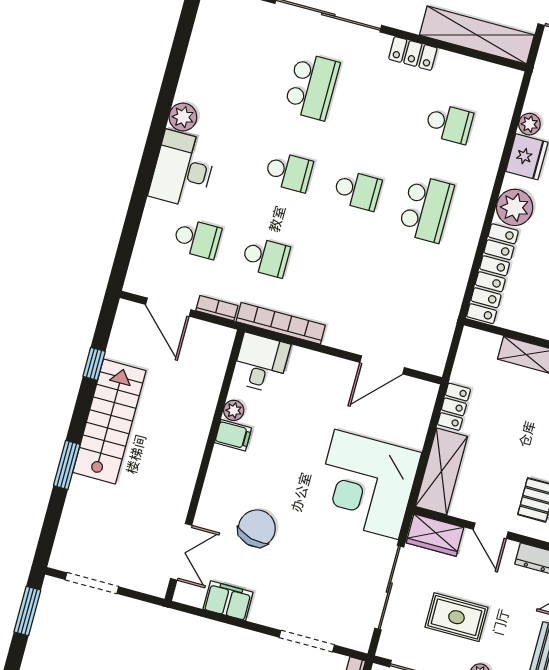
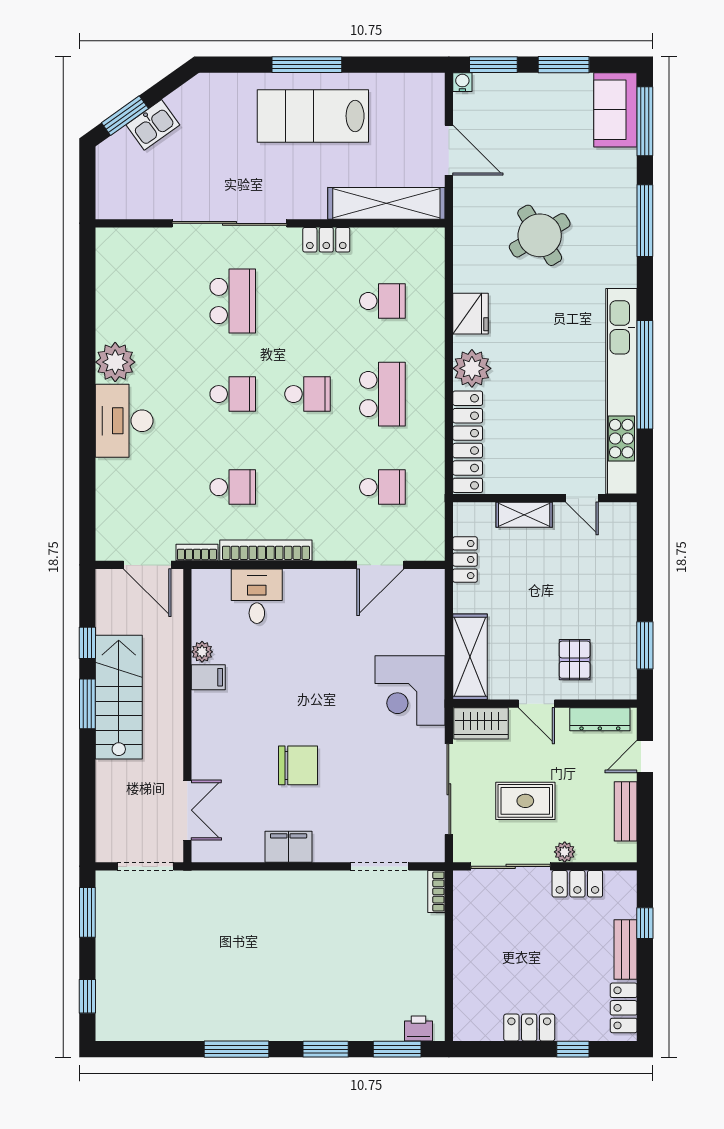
plant: (183, 117) -> (115, 362), width x1.36, depth x1.36
plant: (529, 124) -> (464, 280), removed
school desk: (197, 239) -> (382, 487), moved
locker: (454, 407) -> (465, 560), moved
plant: (234, 410) -> (202, 652), moved
filing cabinet: (233, 435) -> (208, 677), moved
window: (67, 465) -> (87, 704), moved
wall: (204, 465) -> (187, 716), moved
corner desk: (366, 484) -> (410, 691), width x0.74, depth x0.74
chair: (257, 528) -> (298, 765), turned 75
double door: (181, 552) -> (187, 810), moved

